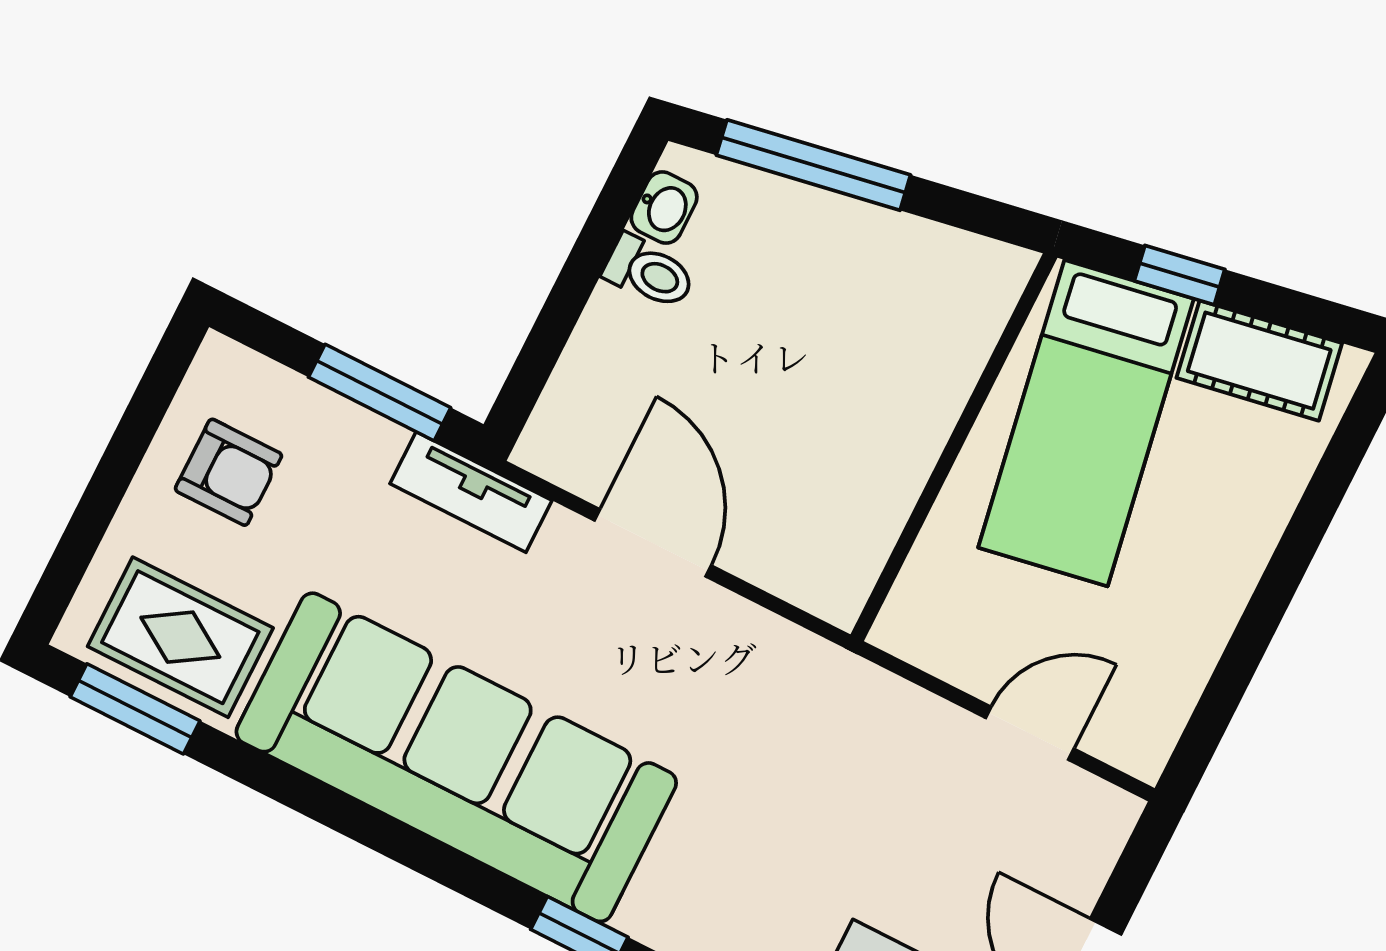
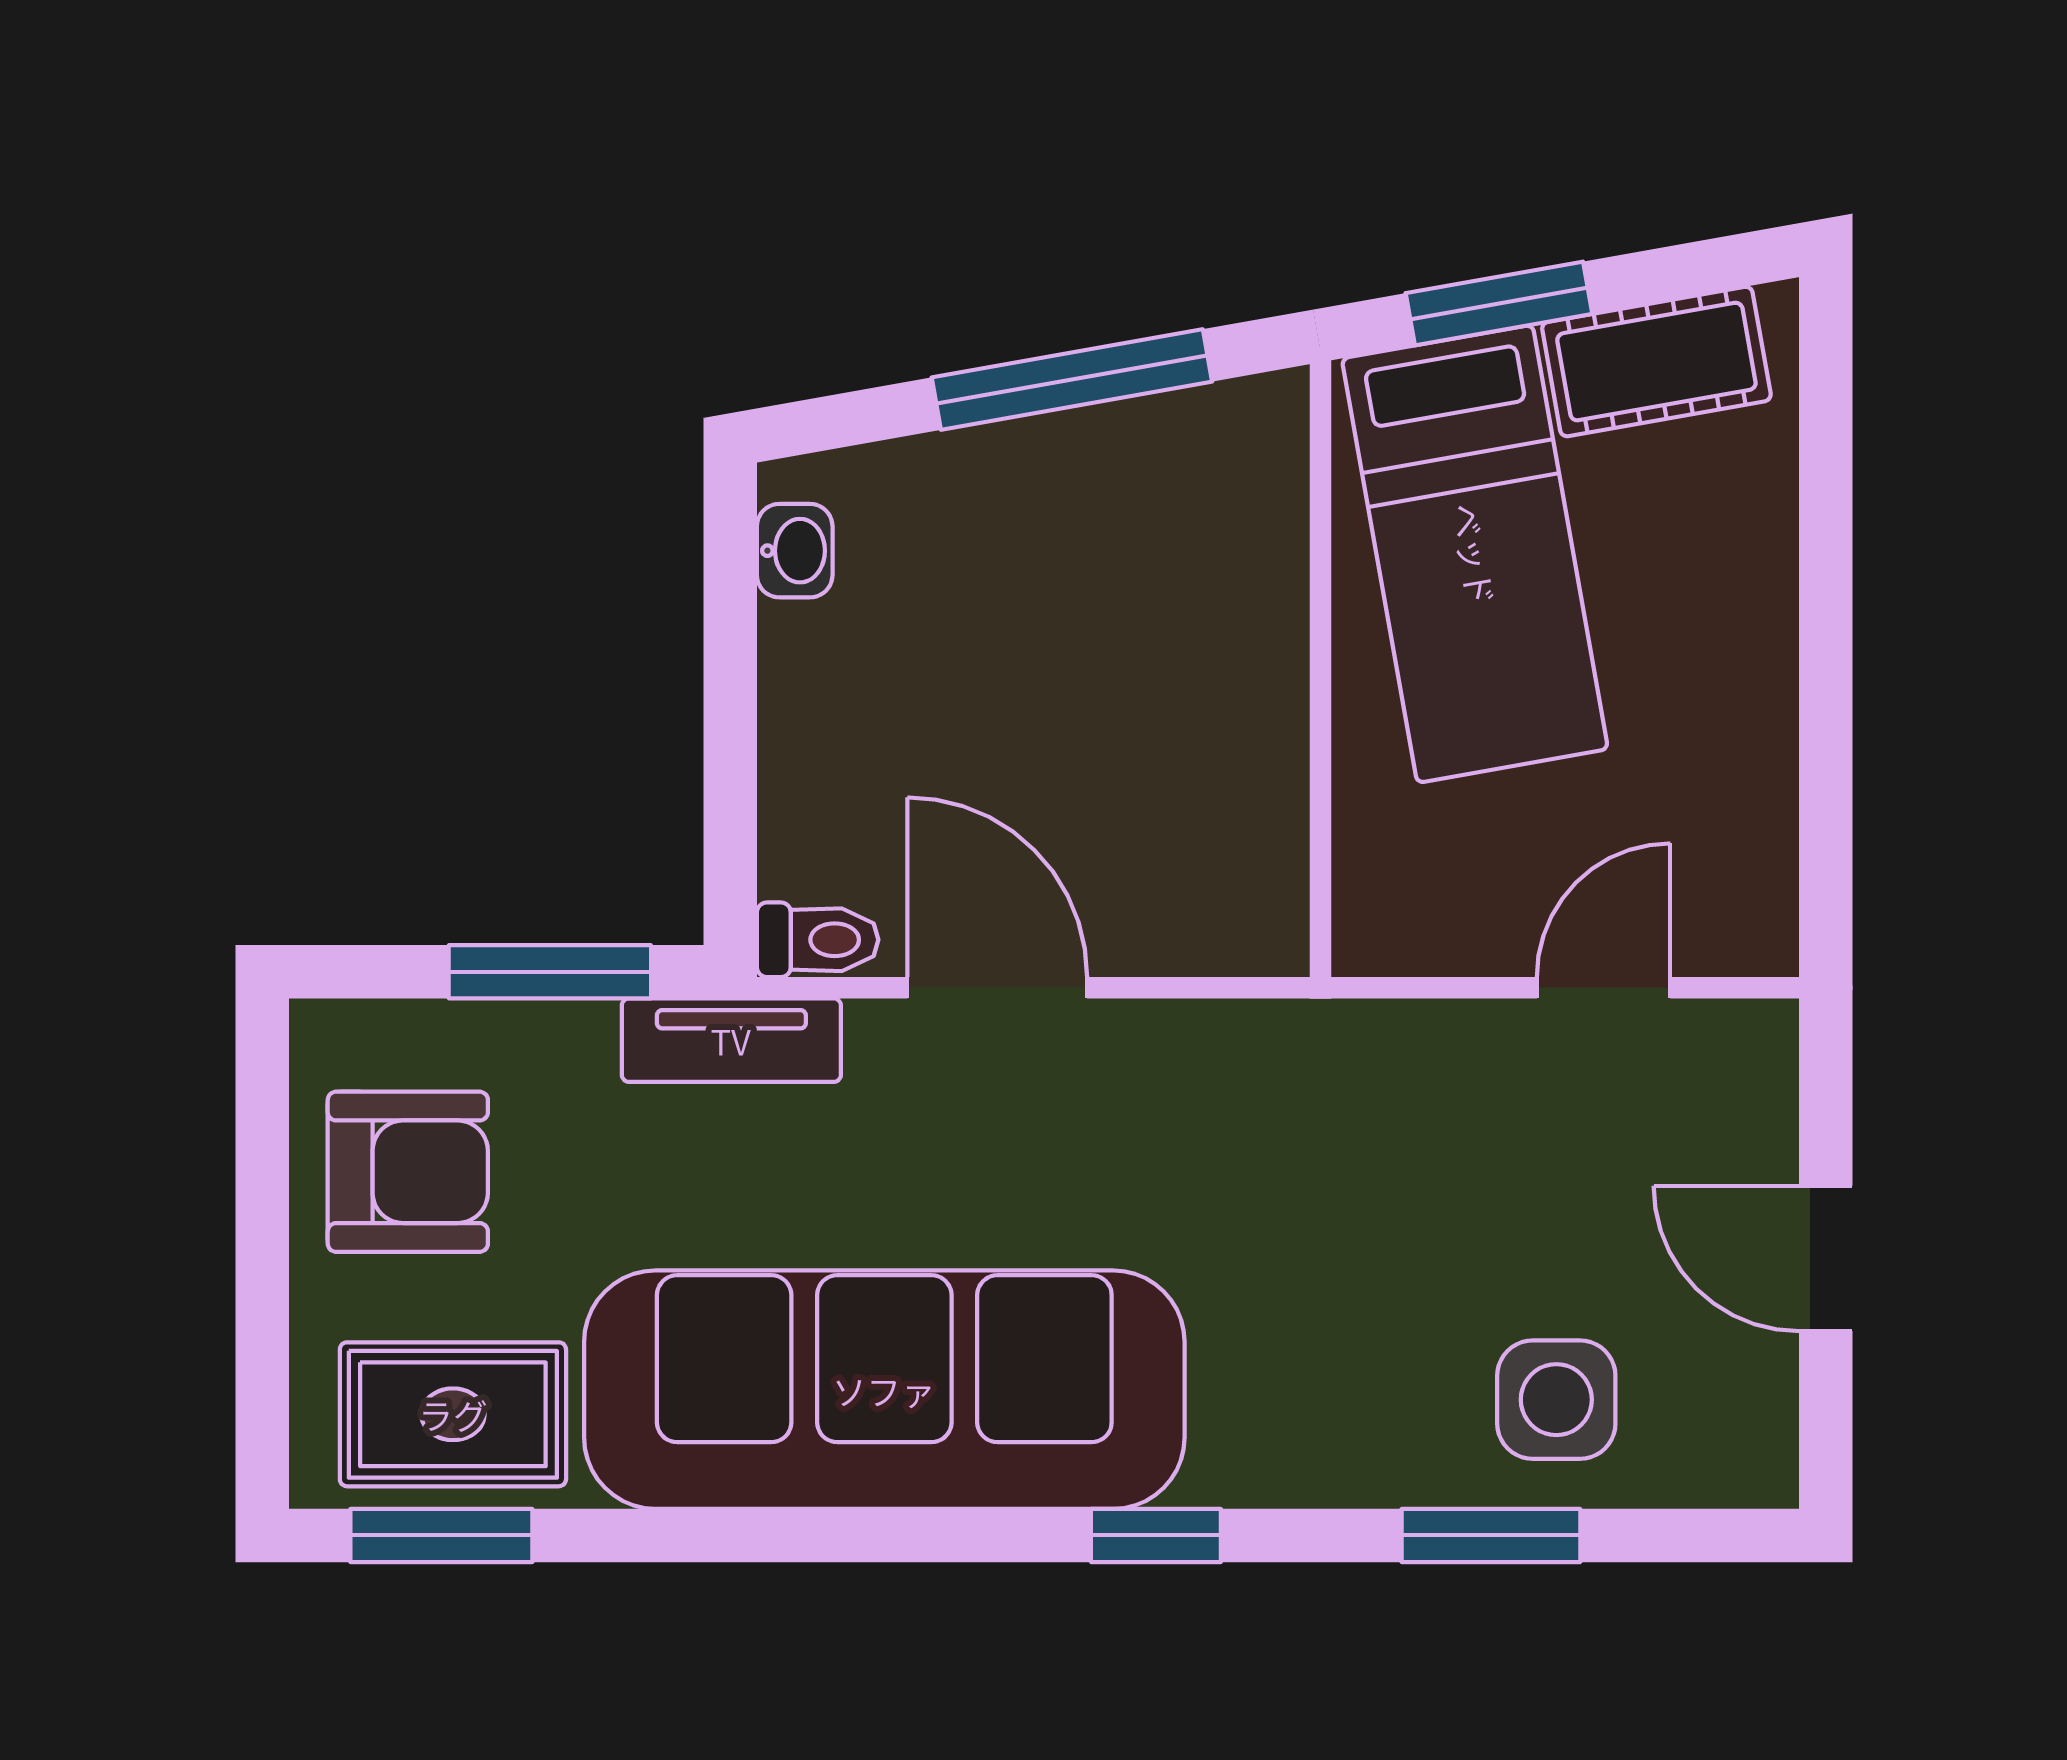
window: (813, 165) -> (1072, 379), moved
toilet: (649, 272) -> (818, 940), moved
window: (1180, 275) -> (1499, 304), width x1.50
armchair: (228, 472) -> (408, 1172), width x1.38, depth x1.38

